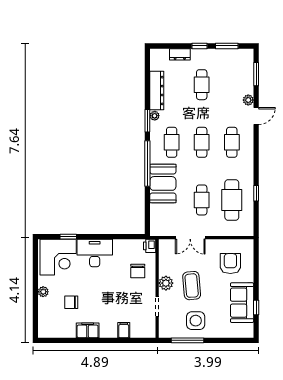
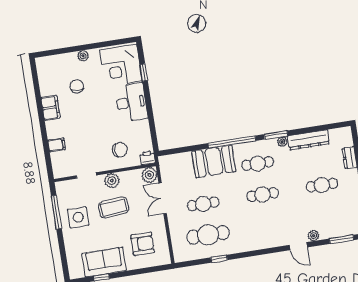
cafe table: (232, 142) -> (267, 225), removed
plant: (166, 247) -> (149, 175), added
chair: (138, 271) -> (120, 150), turned 180

